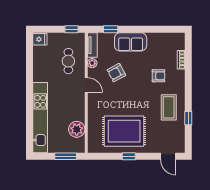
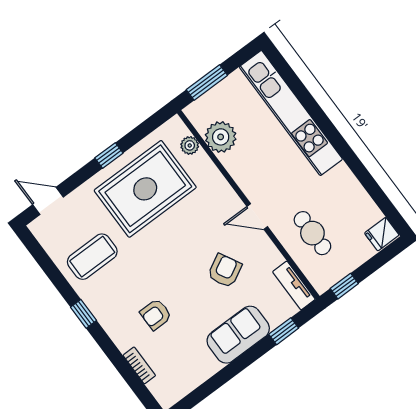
plant: (92, 63) -> (190, 145), moved
coffee table: (169, 107) -> (92, 257), moved, turned 90
window: (188, 118) -> (84, 314), moved

